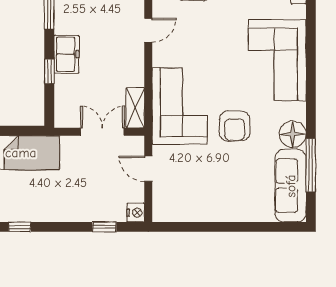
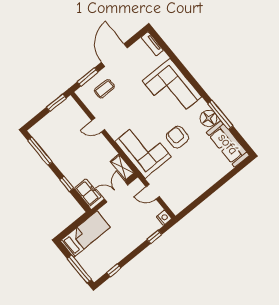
door: (148, 30) -> (98, 125), swing flipped
freezer: (66, 54) -> (88, 193), moved
armchair: (235, 126) -> (177, 137), turned 180
window: (311, 165) -> (220, 115), moved

